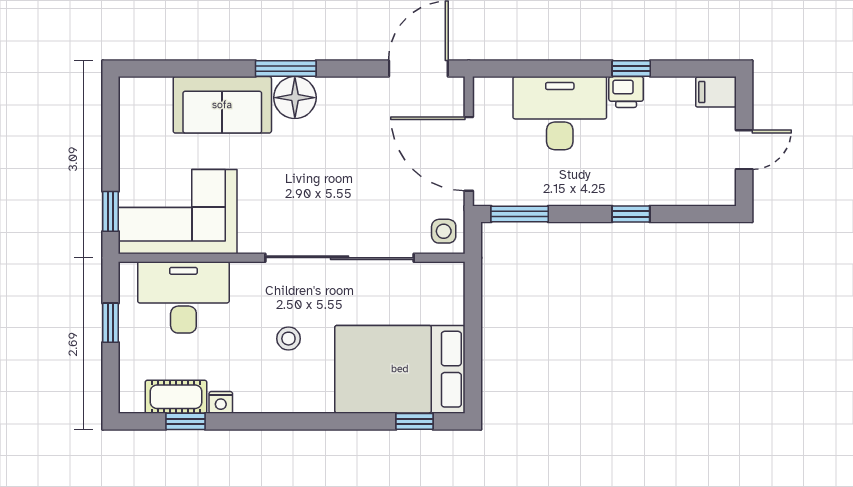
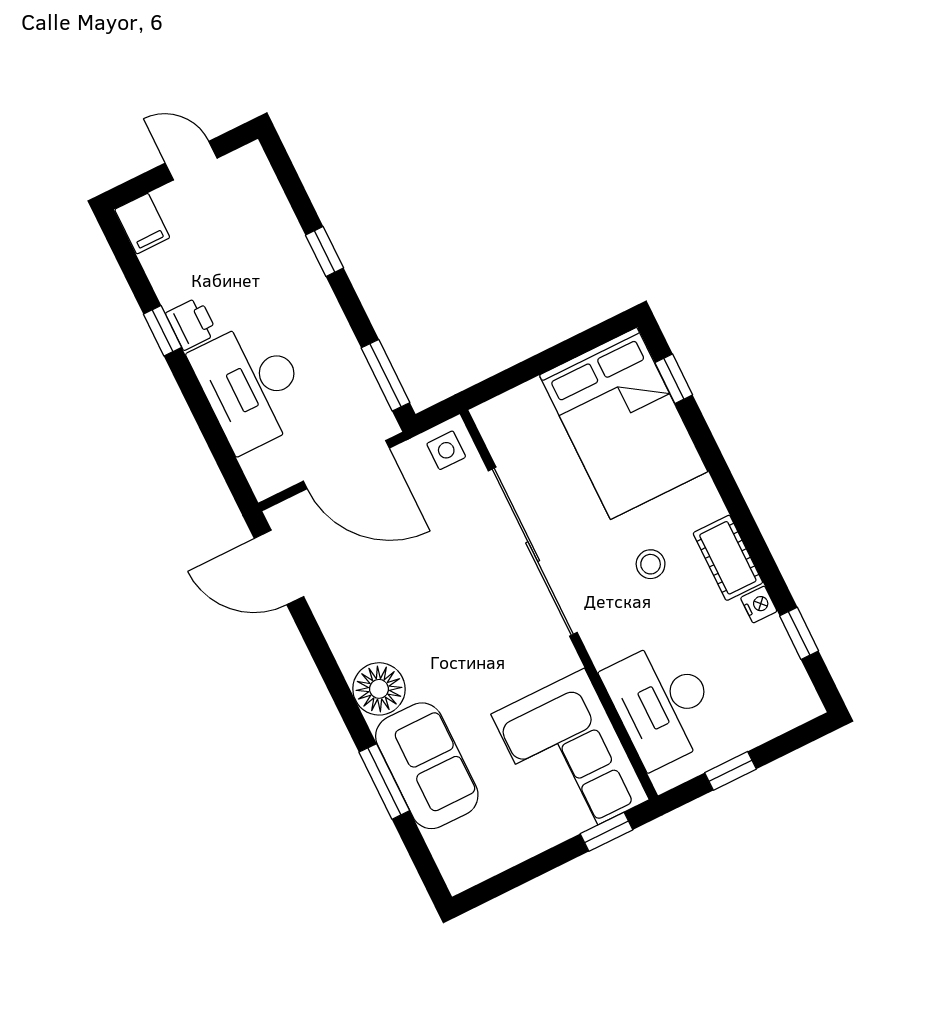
window: (286, 68) -> (384, 781), moved
door: (469, 154) -> (346, 465), hinge flipped
cot: (176, 397) -> (728, 558), moved

